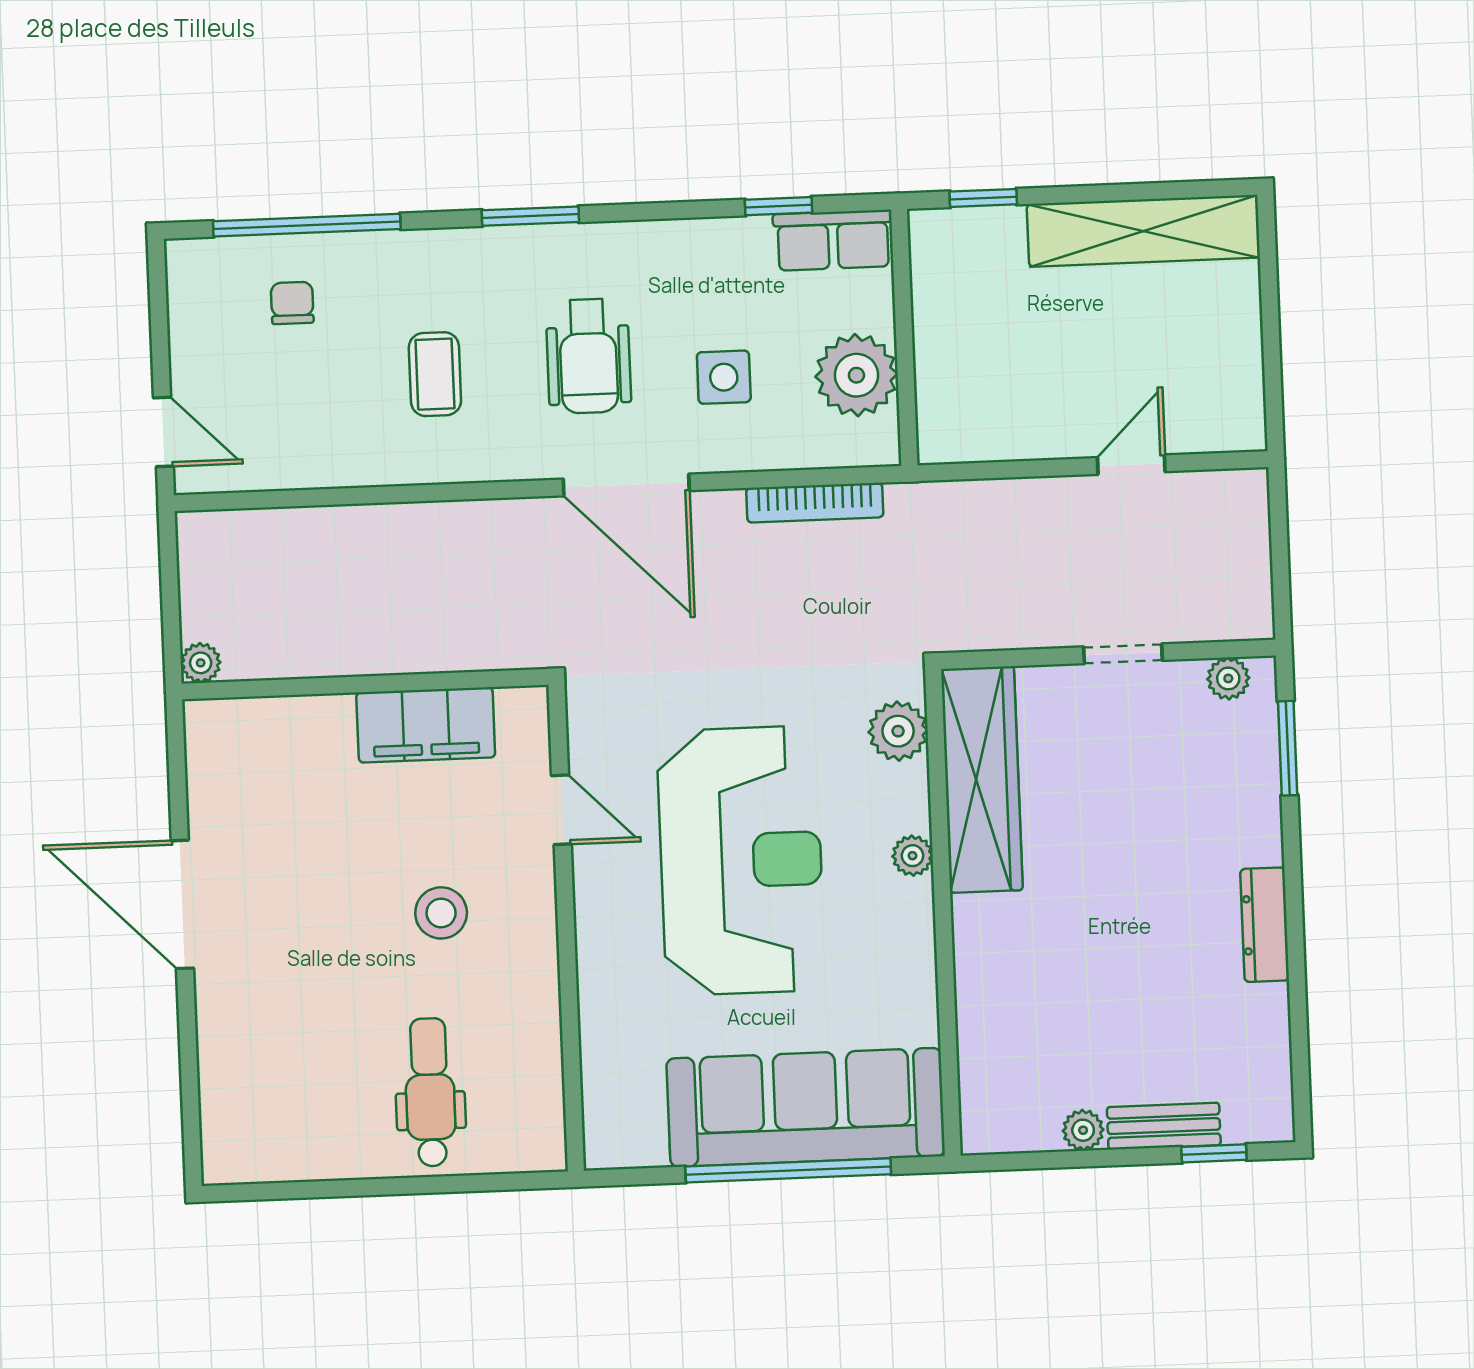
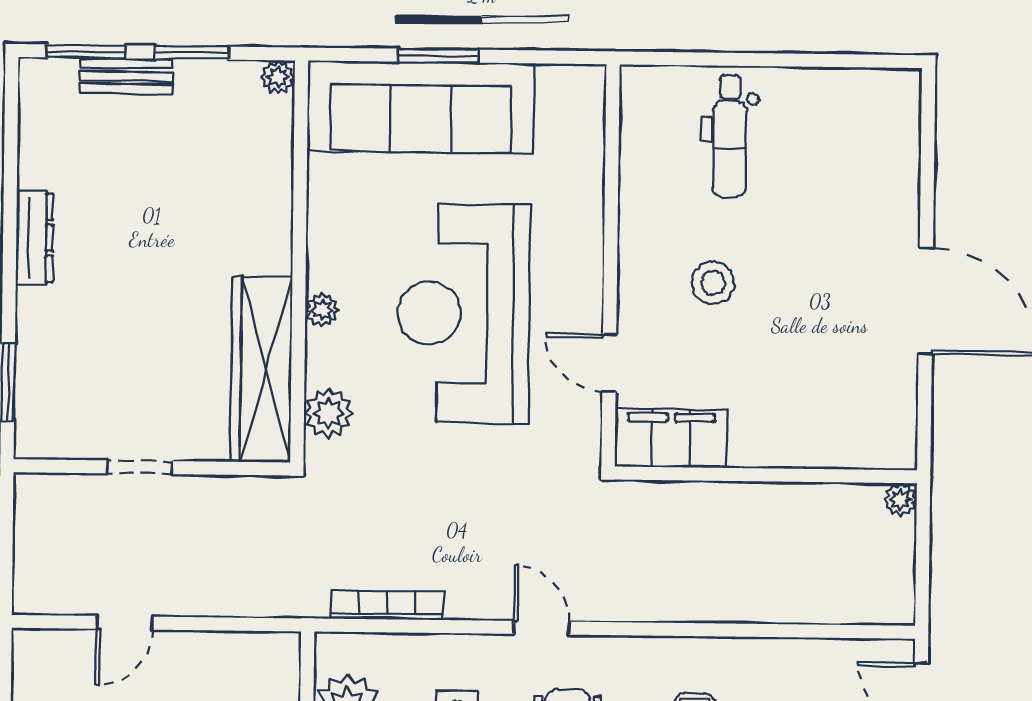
door: (626, 485) -> (542, 628), width x0.53
plant: (1228, 678) -> (54, 442), removed
filing cabinet: (426, 725) -> (671, 438), moved
plant: (1083, 1130) -> (278, 77), moved
window: (1214, 1153) -> (86, 51), width x1.50
window: (1086, 1158) -> (192, 53), added
window: (788, 1170) -> (438, 56), width x0.47

